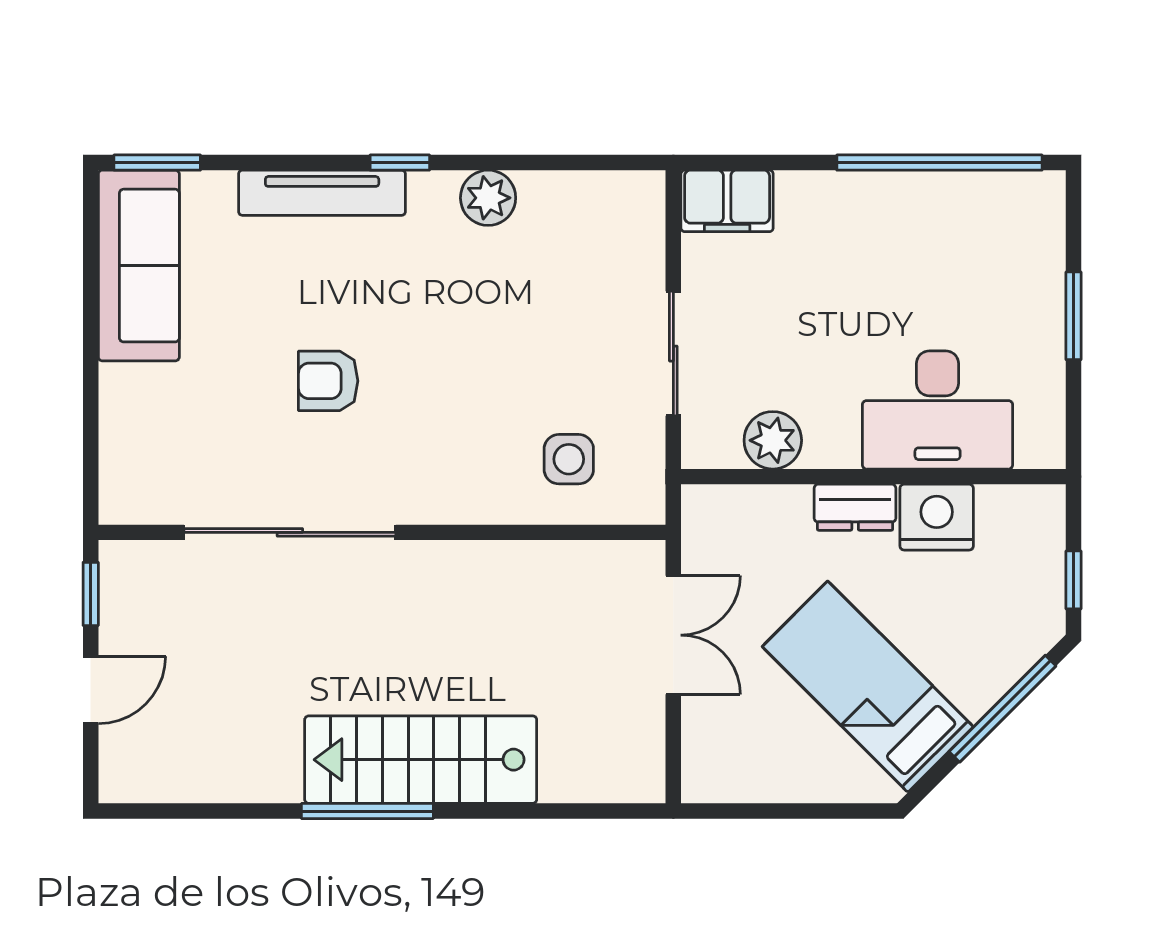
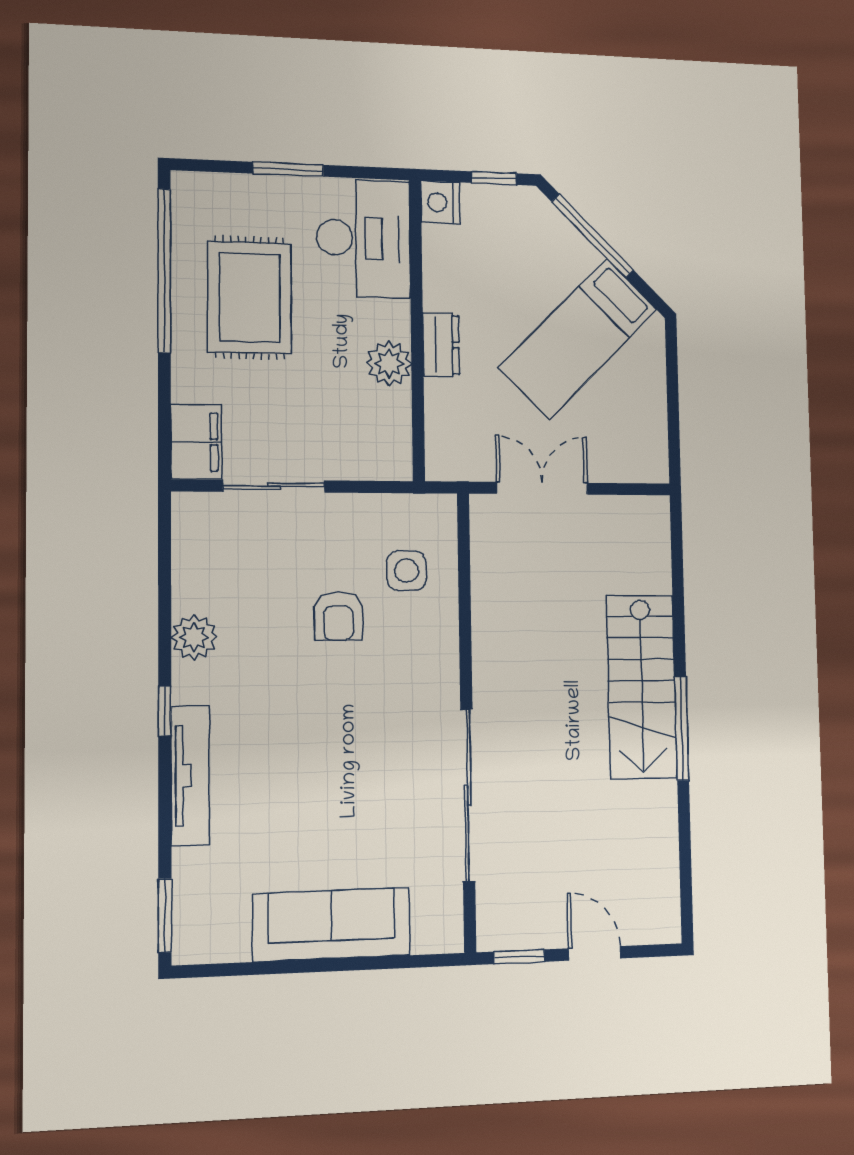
sofa: (139, 266) -> (332, 925), moved
rug: (908, 267) -> (250, 298), added
sliding door: (673, 354) -> (274, 486), moved
armchair: (328, 381) -> (338, 616), moved
desk: (938, 410) -> (364, 238), moved
plant: (773, 440) -> (389, 363), moved
nightstand: (937, 517) -> (440, 202), moved, width x0.74, depth x0.75

